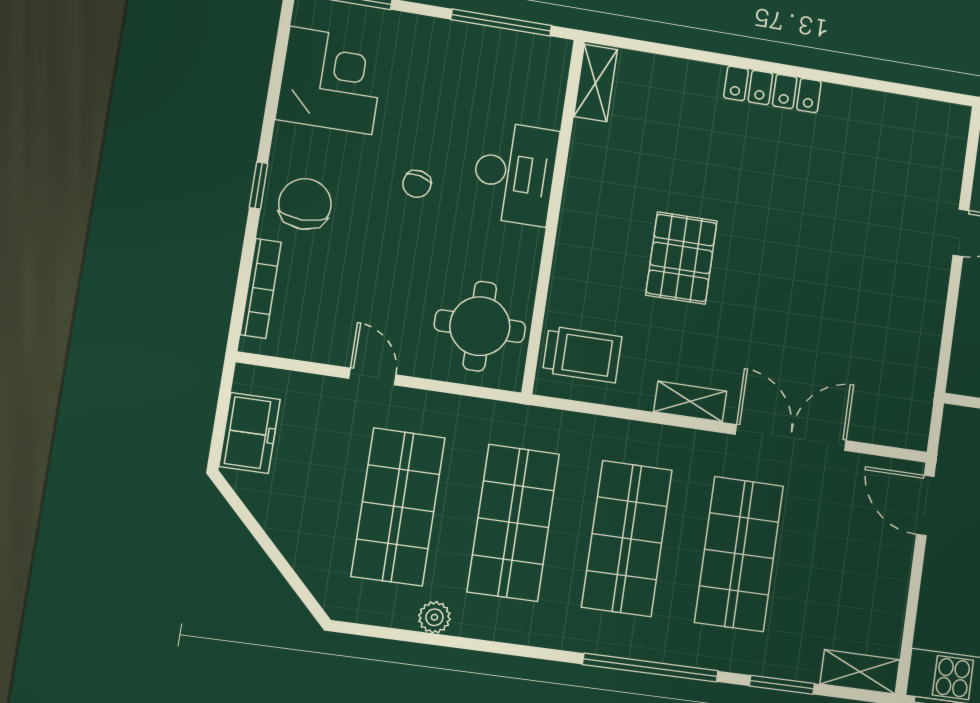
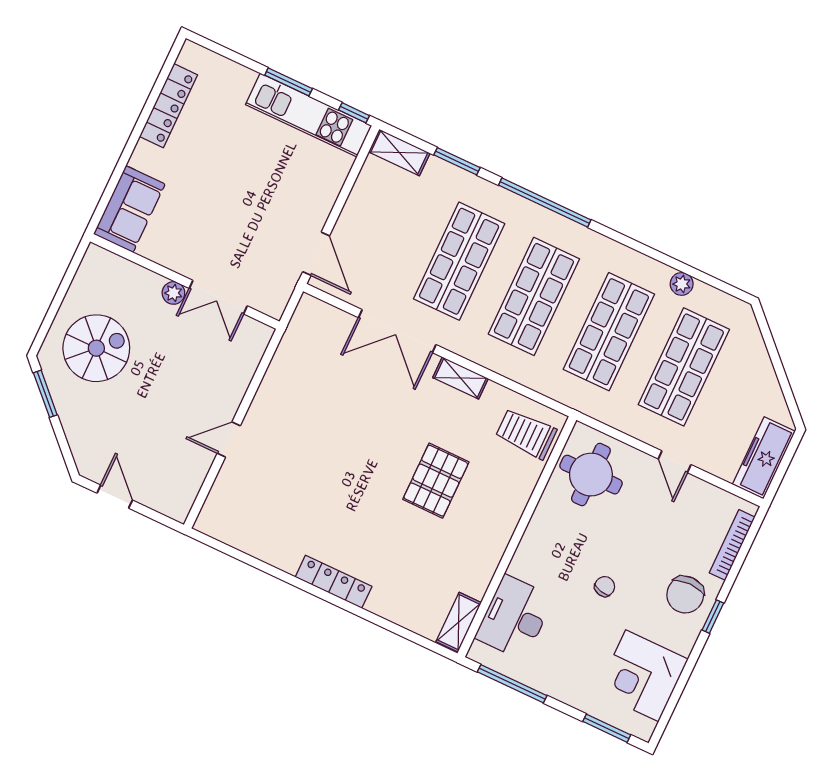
desk: (515, 173) -> (514, 618), moved
freezer: (250, 433) -> (764, 458), width x1.40

